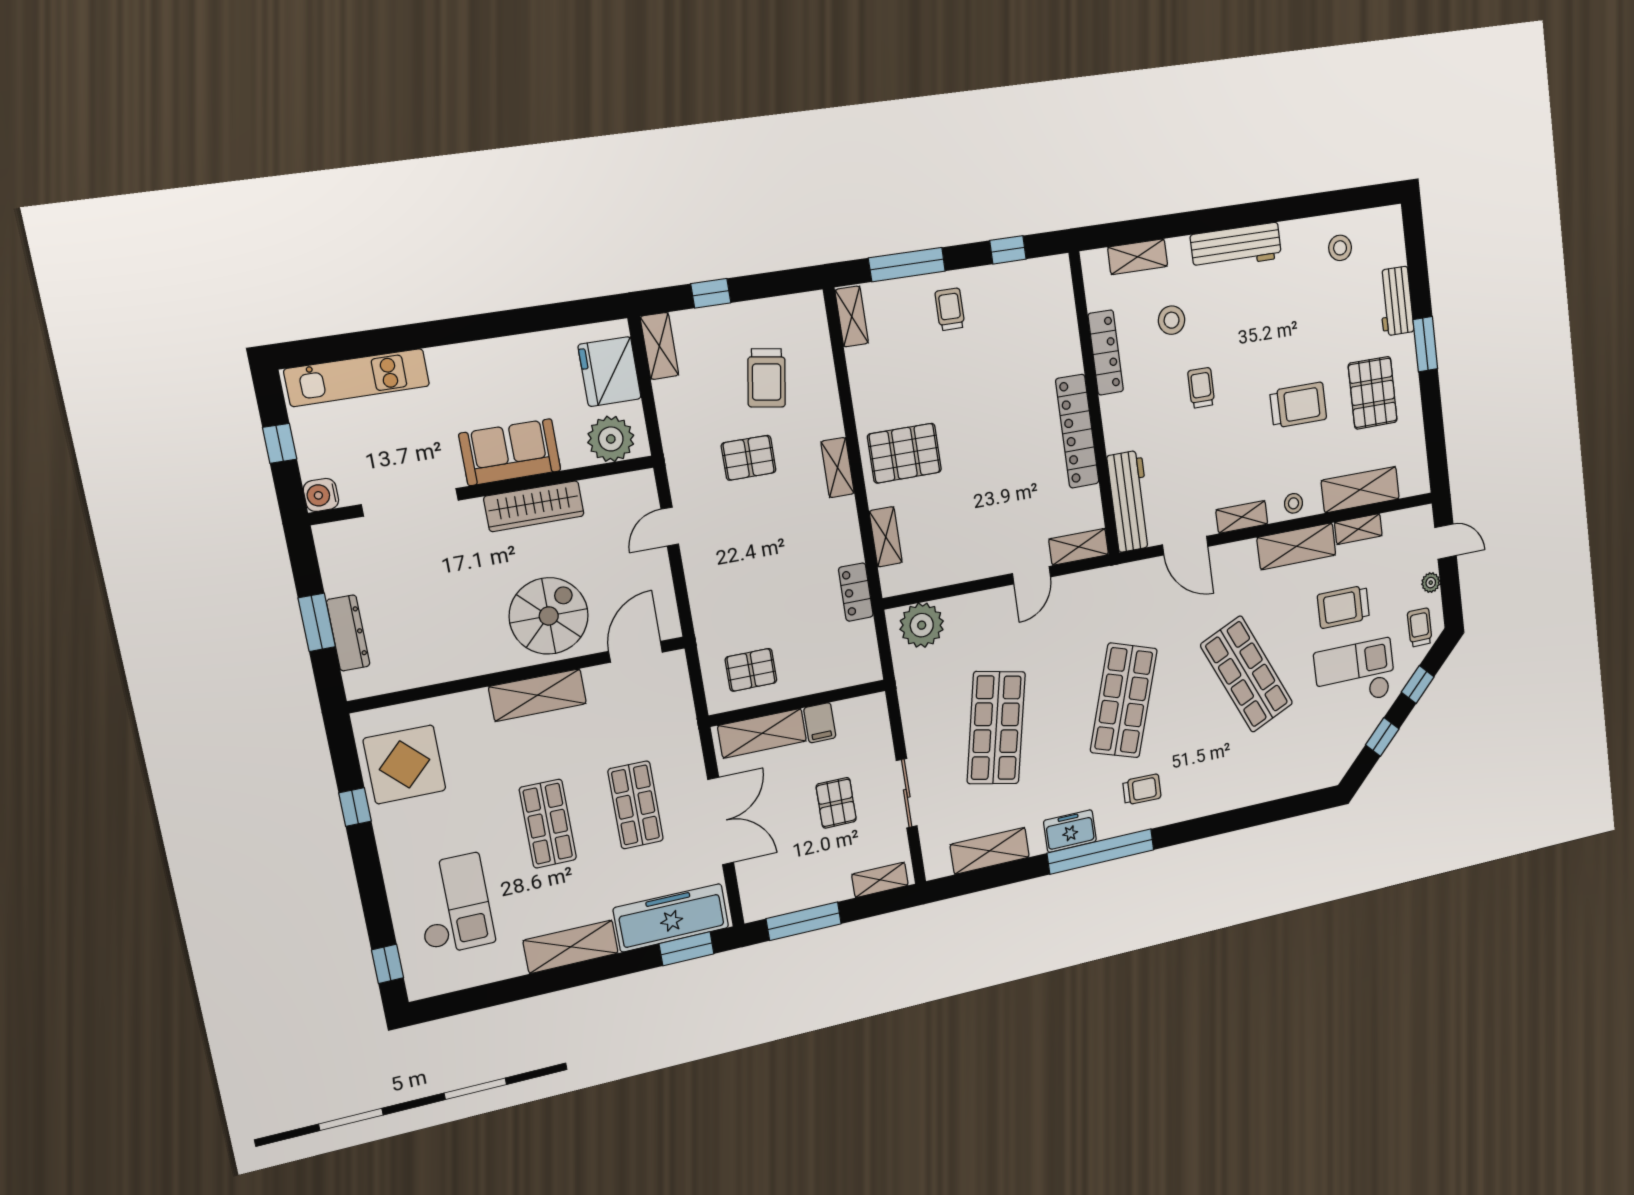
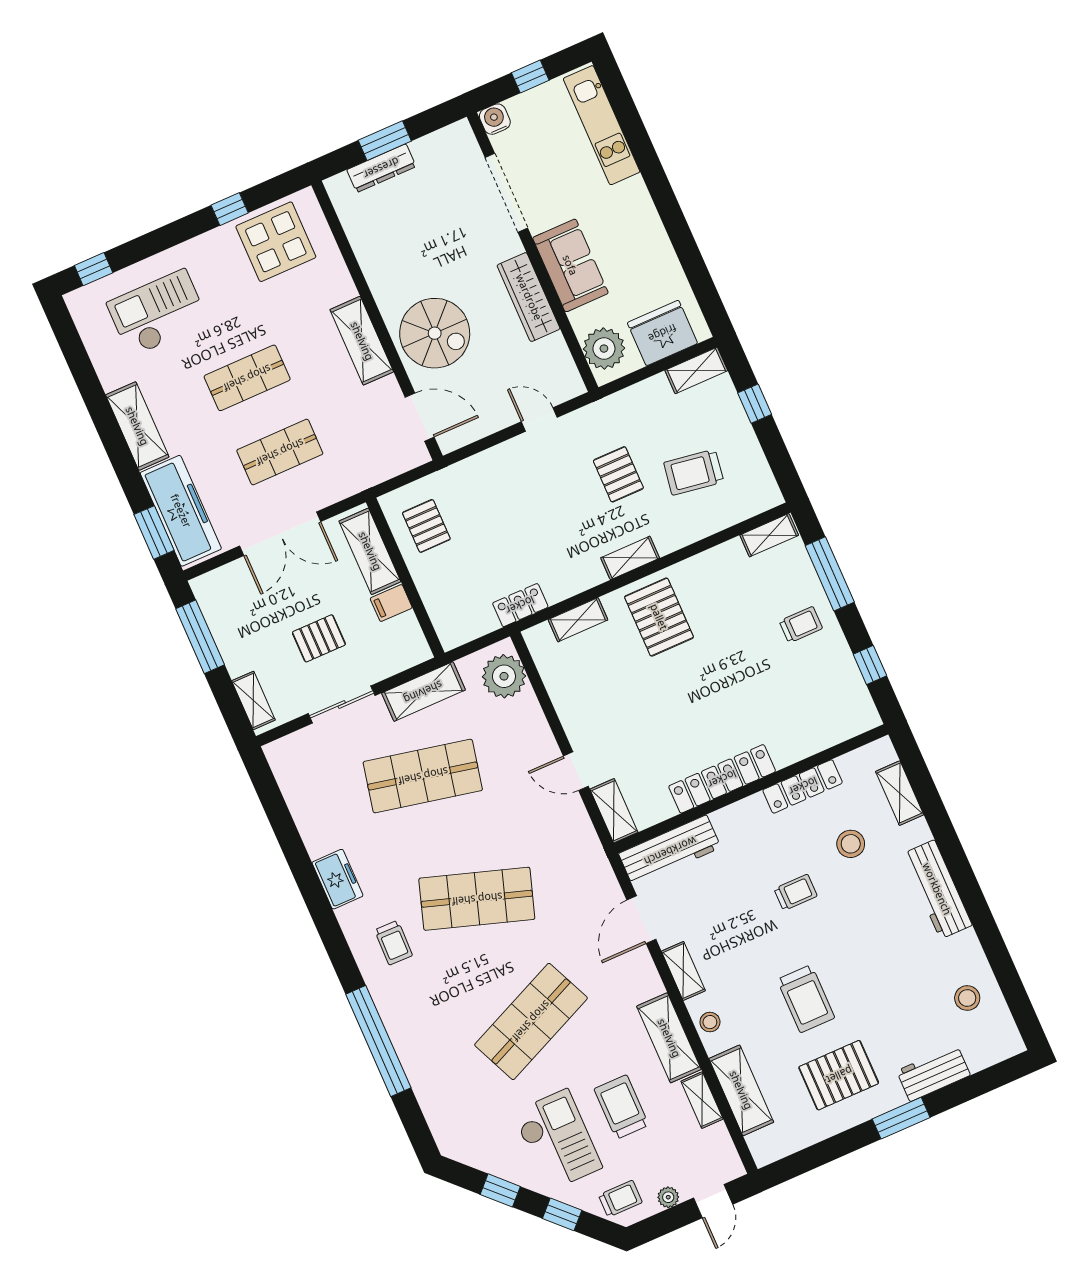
shelving: (990, 851) -> (423, 692), moved, turned 90
window: (1101, 851) -> (378, 1041), moved
checkout: (453, 904) -> (158, 313), turned 180

